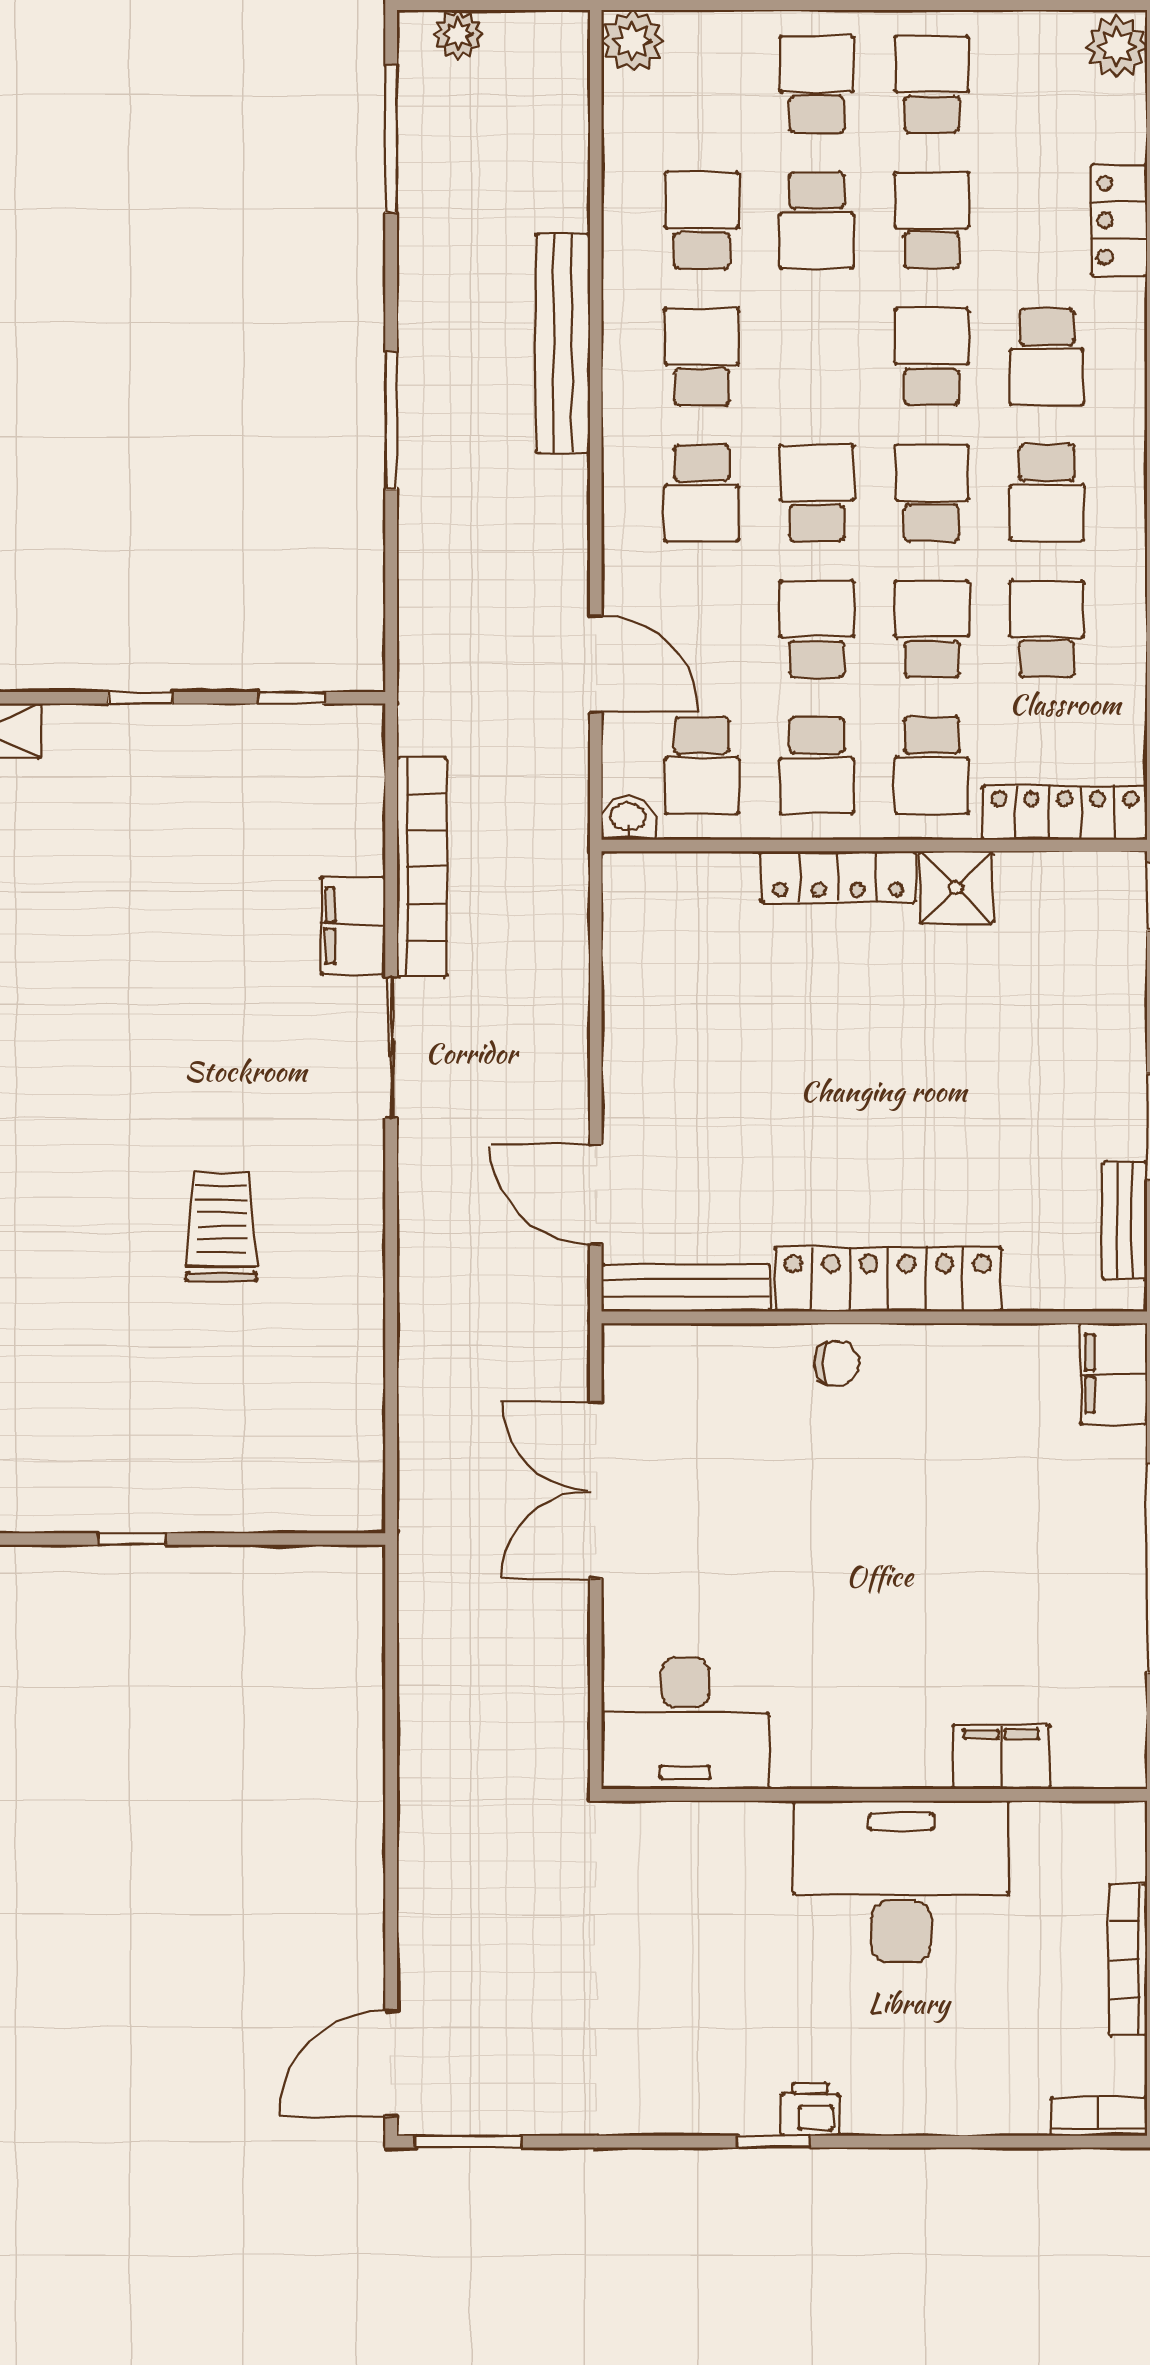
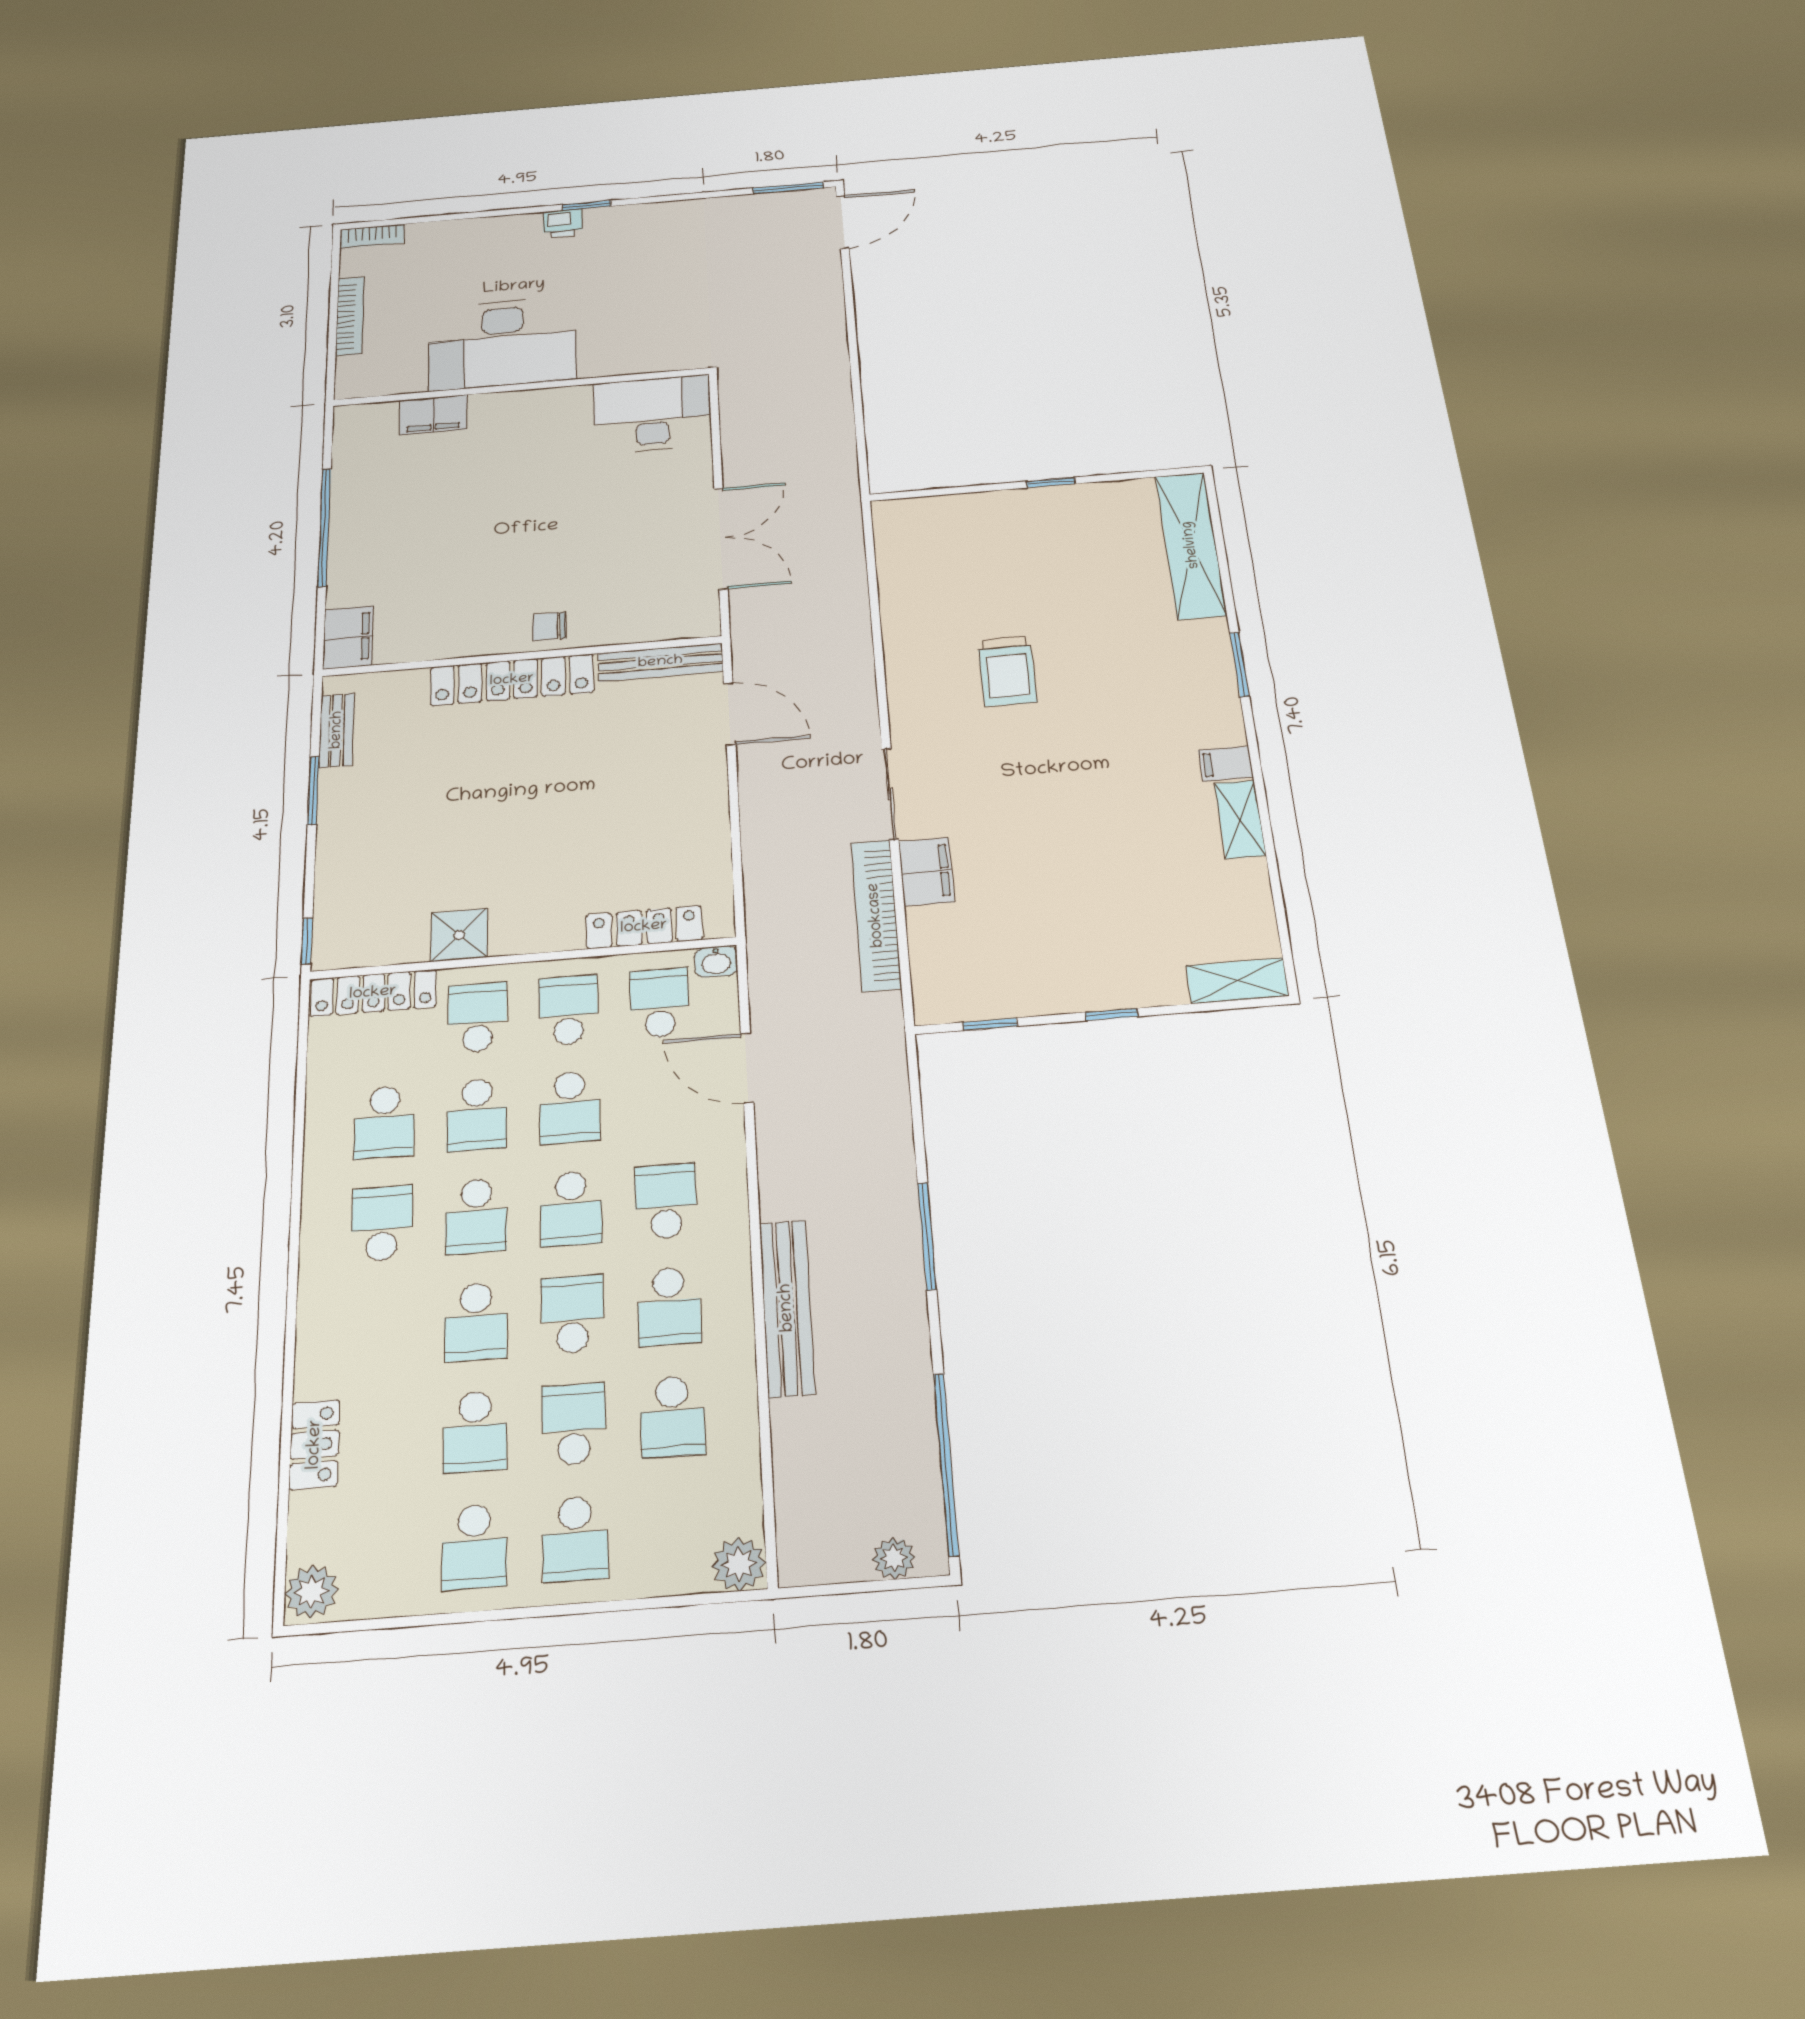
window: (391, 139) -> (946, 1464), width x1.46
school desk: (1047, 357) -> (572, 1314), moved
locker: (838, 877) -> (644, 927), moved

